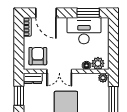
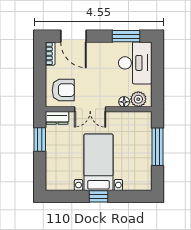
desk: (84, 31) -> (135, 63), moved, turned 90
armchair: (38, 56) -> (63, 90), turned 90
plant: (103, 78) -> (145, 117), removed

